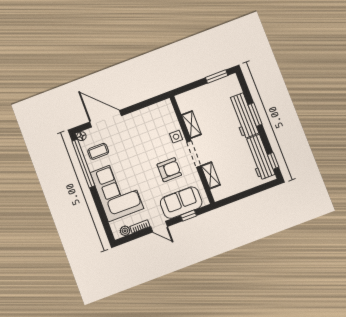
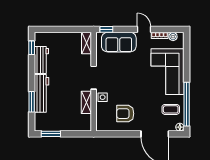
window: (255, 114) -> (32, 102), moved
workbench: (260, 157) -> (41, 60), width x0.73
armchair: (169, 170) -> (125, 114), moved
shelving: (211, 175) -> (87, 43), moved
window: (188, 216) -> (106, 29), moved

